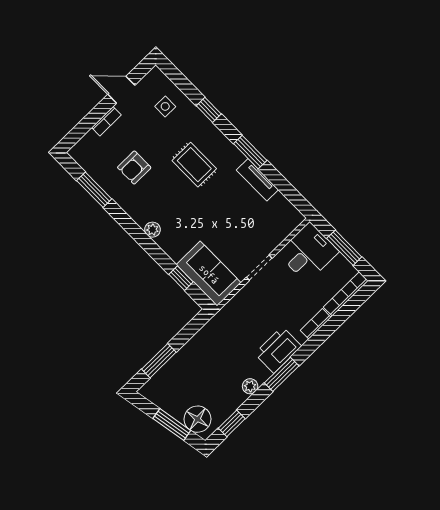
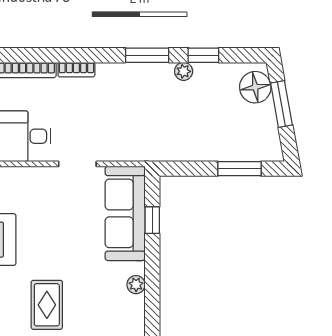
sofa: (209, 274) -> (125, 213), width x1.36
printer: (278, 350) -> (130, 79), removed
window: (232, 423) -> (203, 55), moved

